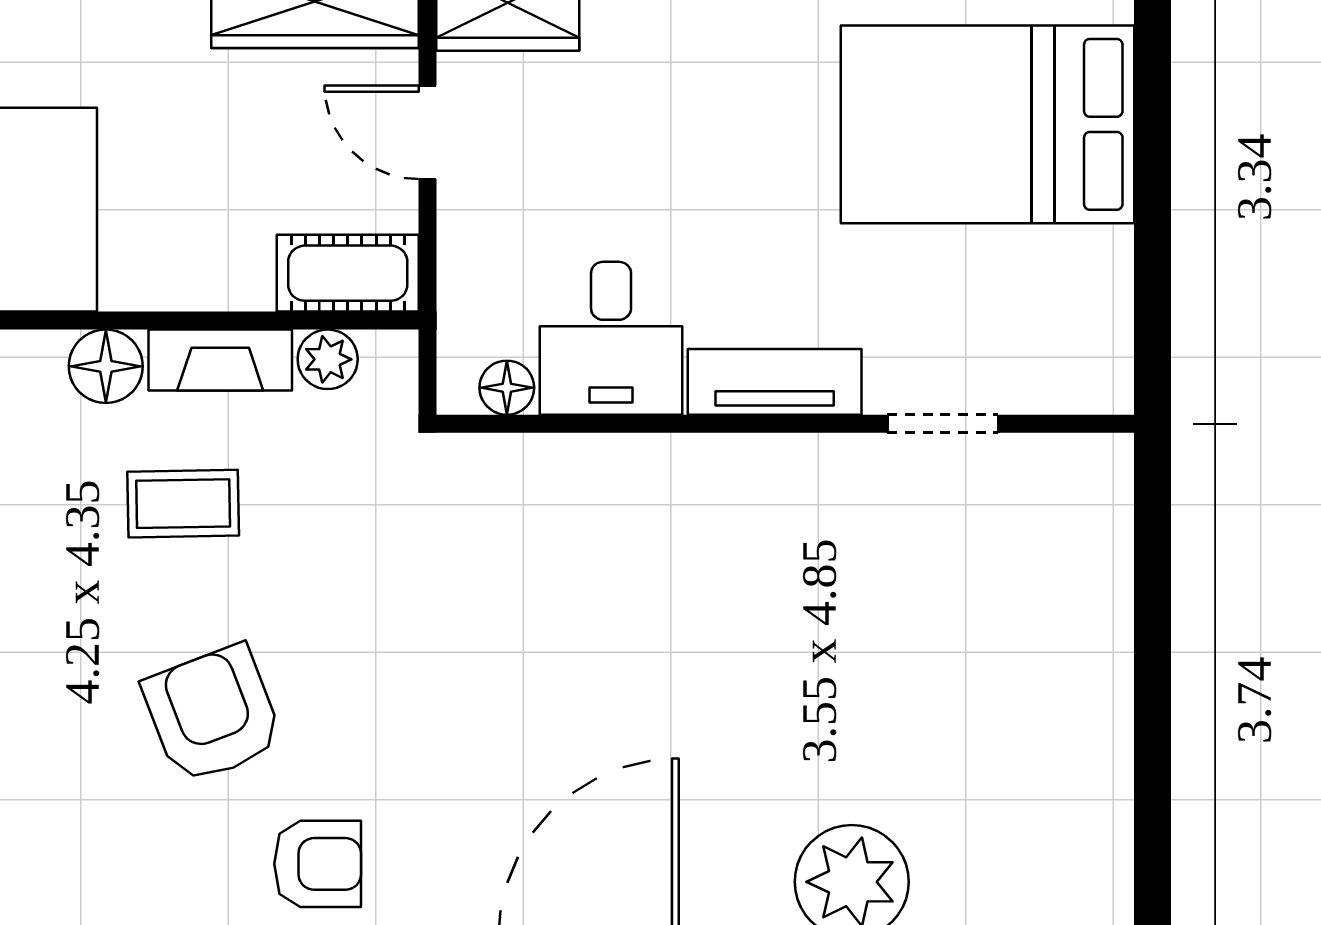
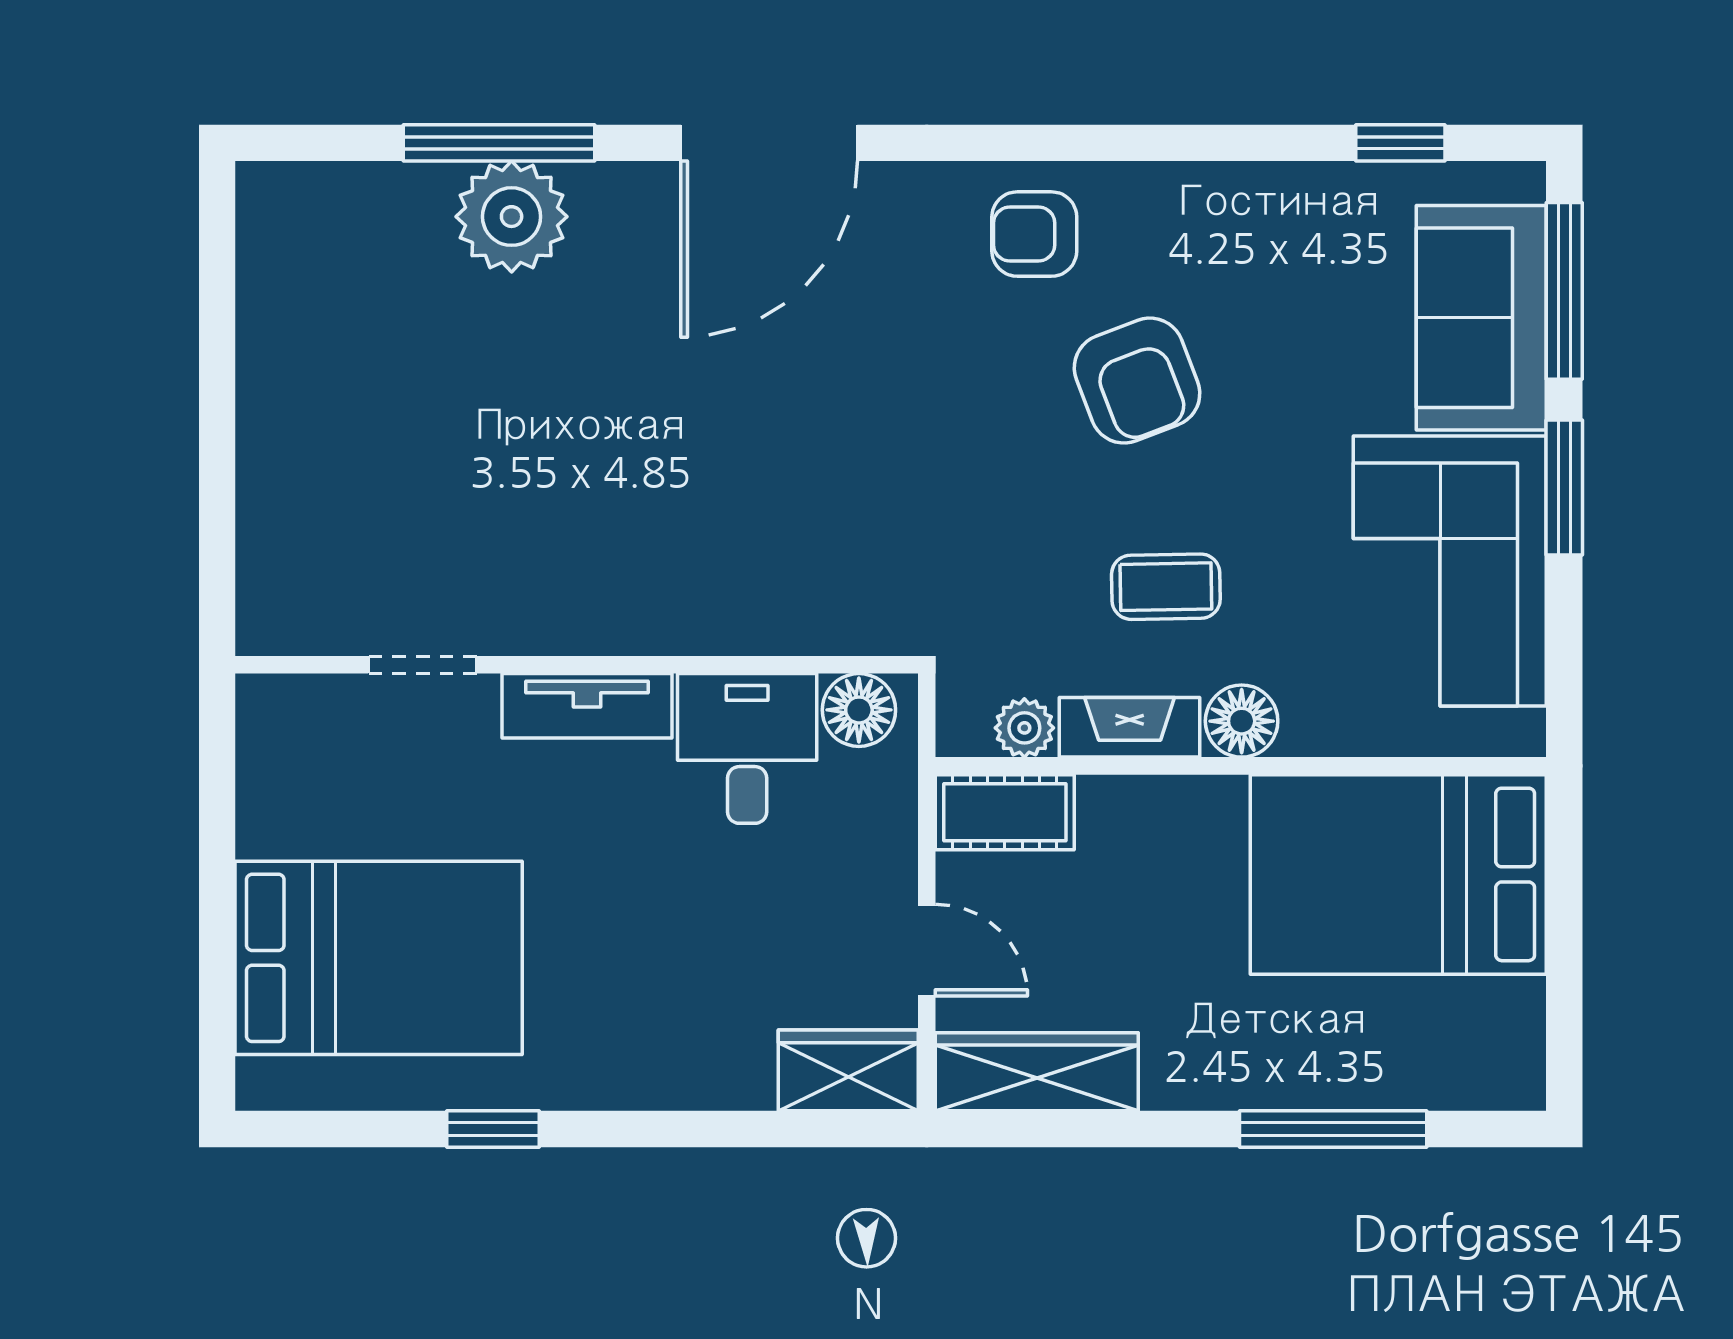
floor lamp: (507, 388) -> (859, 710), width x1.37, depth x1.37

